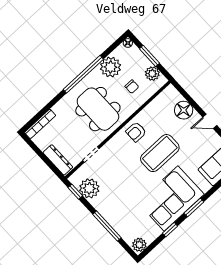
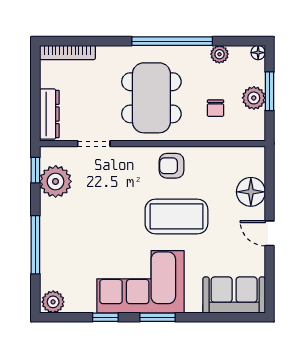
plant: (110, 67) -> (219, 54), width x0.53, depth x0.53
plant: (152, 74) -> (254, 98), moved

